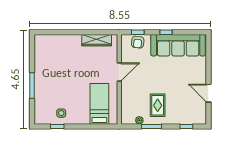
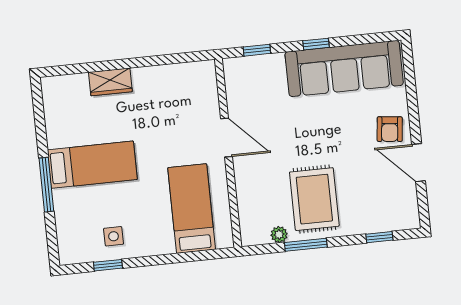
wardrobe: (97, 40) -> (110, 82), moved, width x0.67
armchair: (138, 42) -> (390, 129), moved
door: (119, 72) -> (227, 138), hinge flipped
bed: (55, 78) -> (92, 165), added
rug: (158, 105) -> (314, 199), width x1.36, depth x1.43

